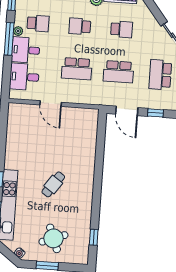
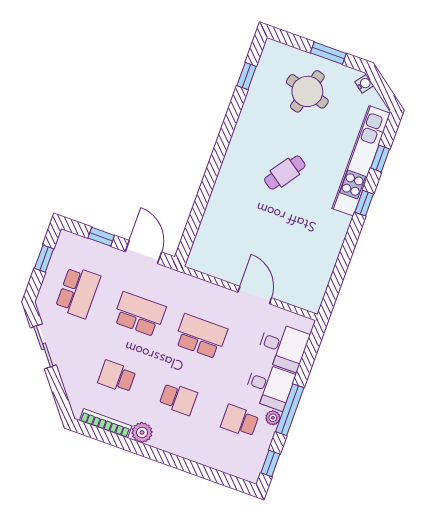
round table: (53, 238) -> (307, 91), turned 37

